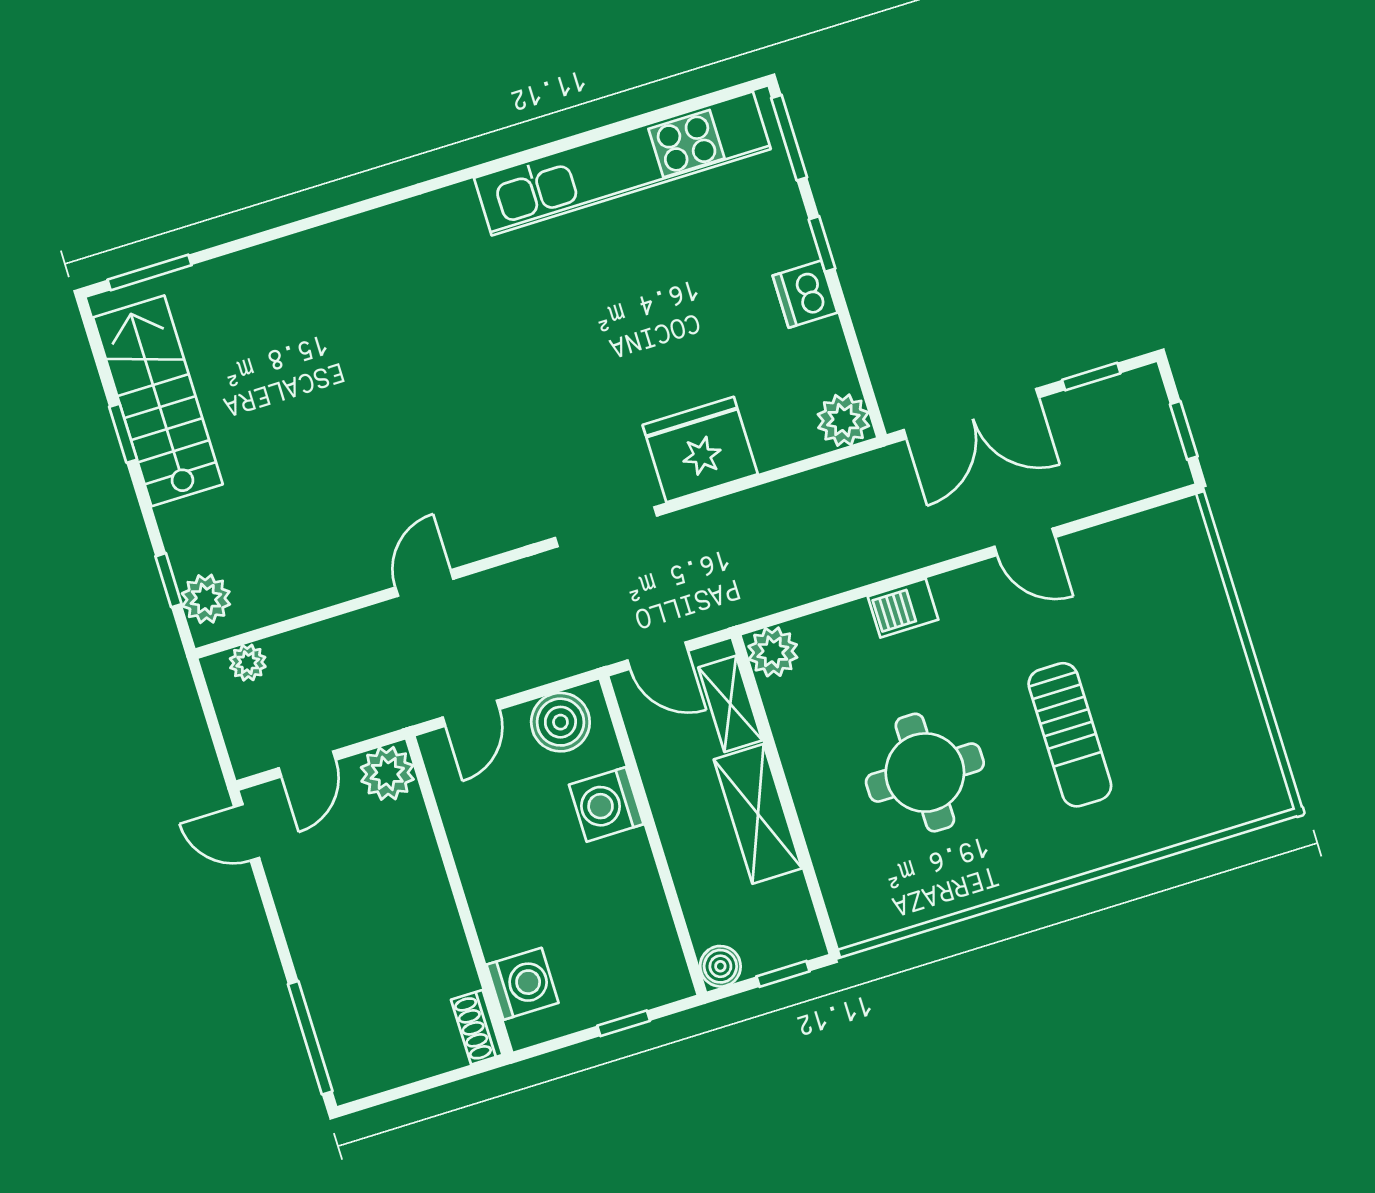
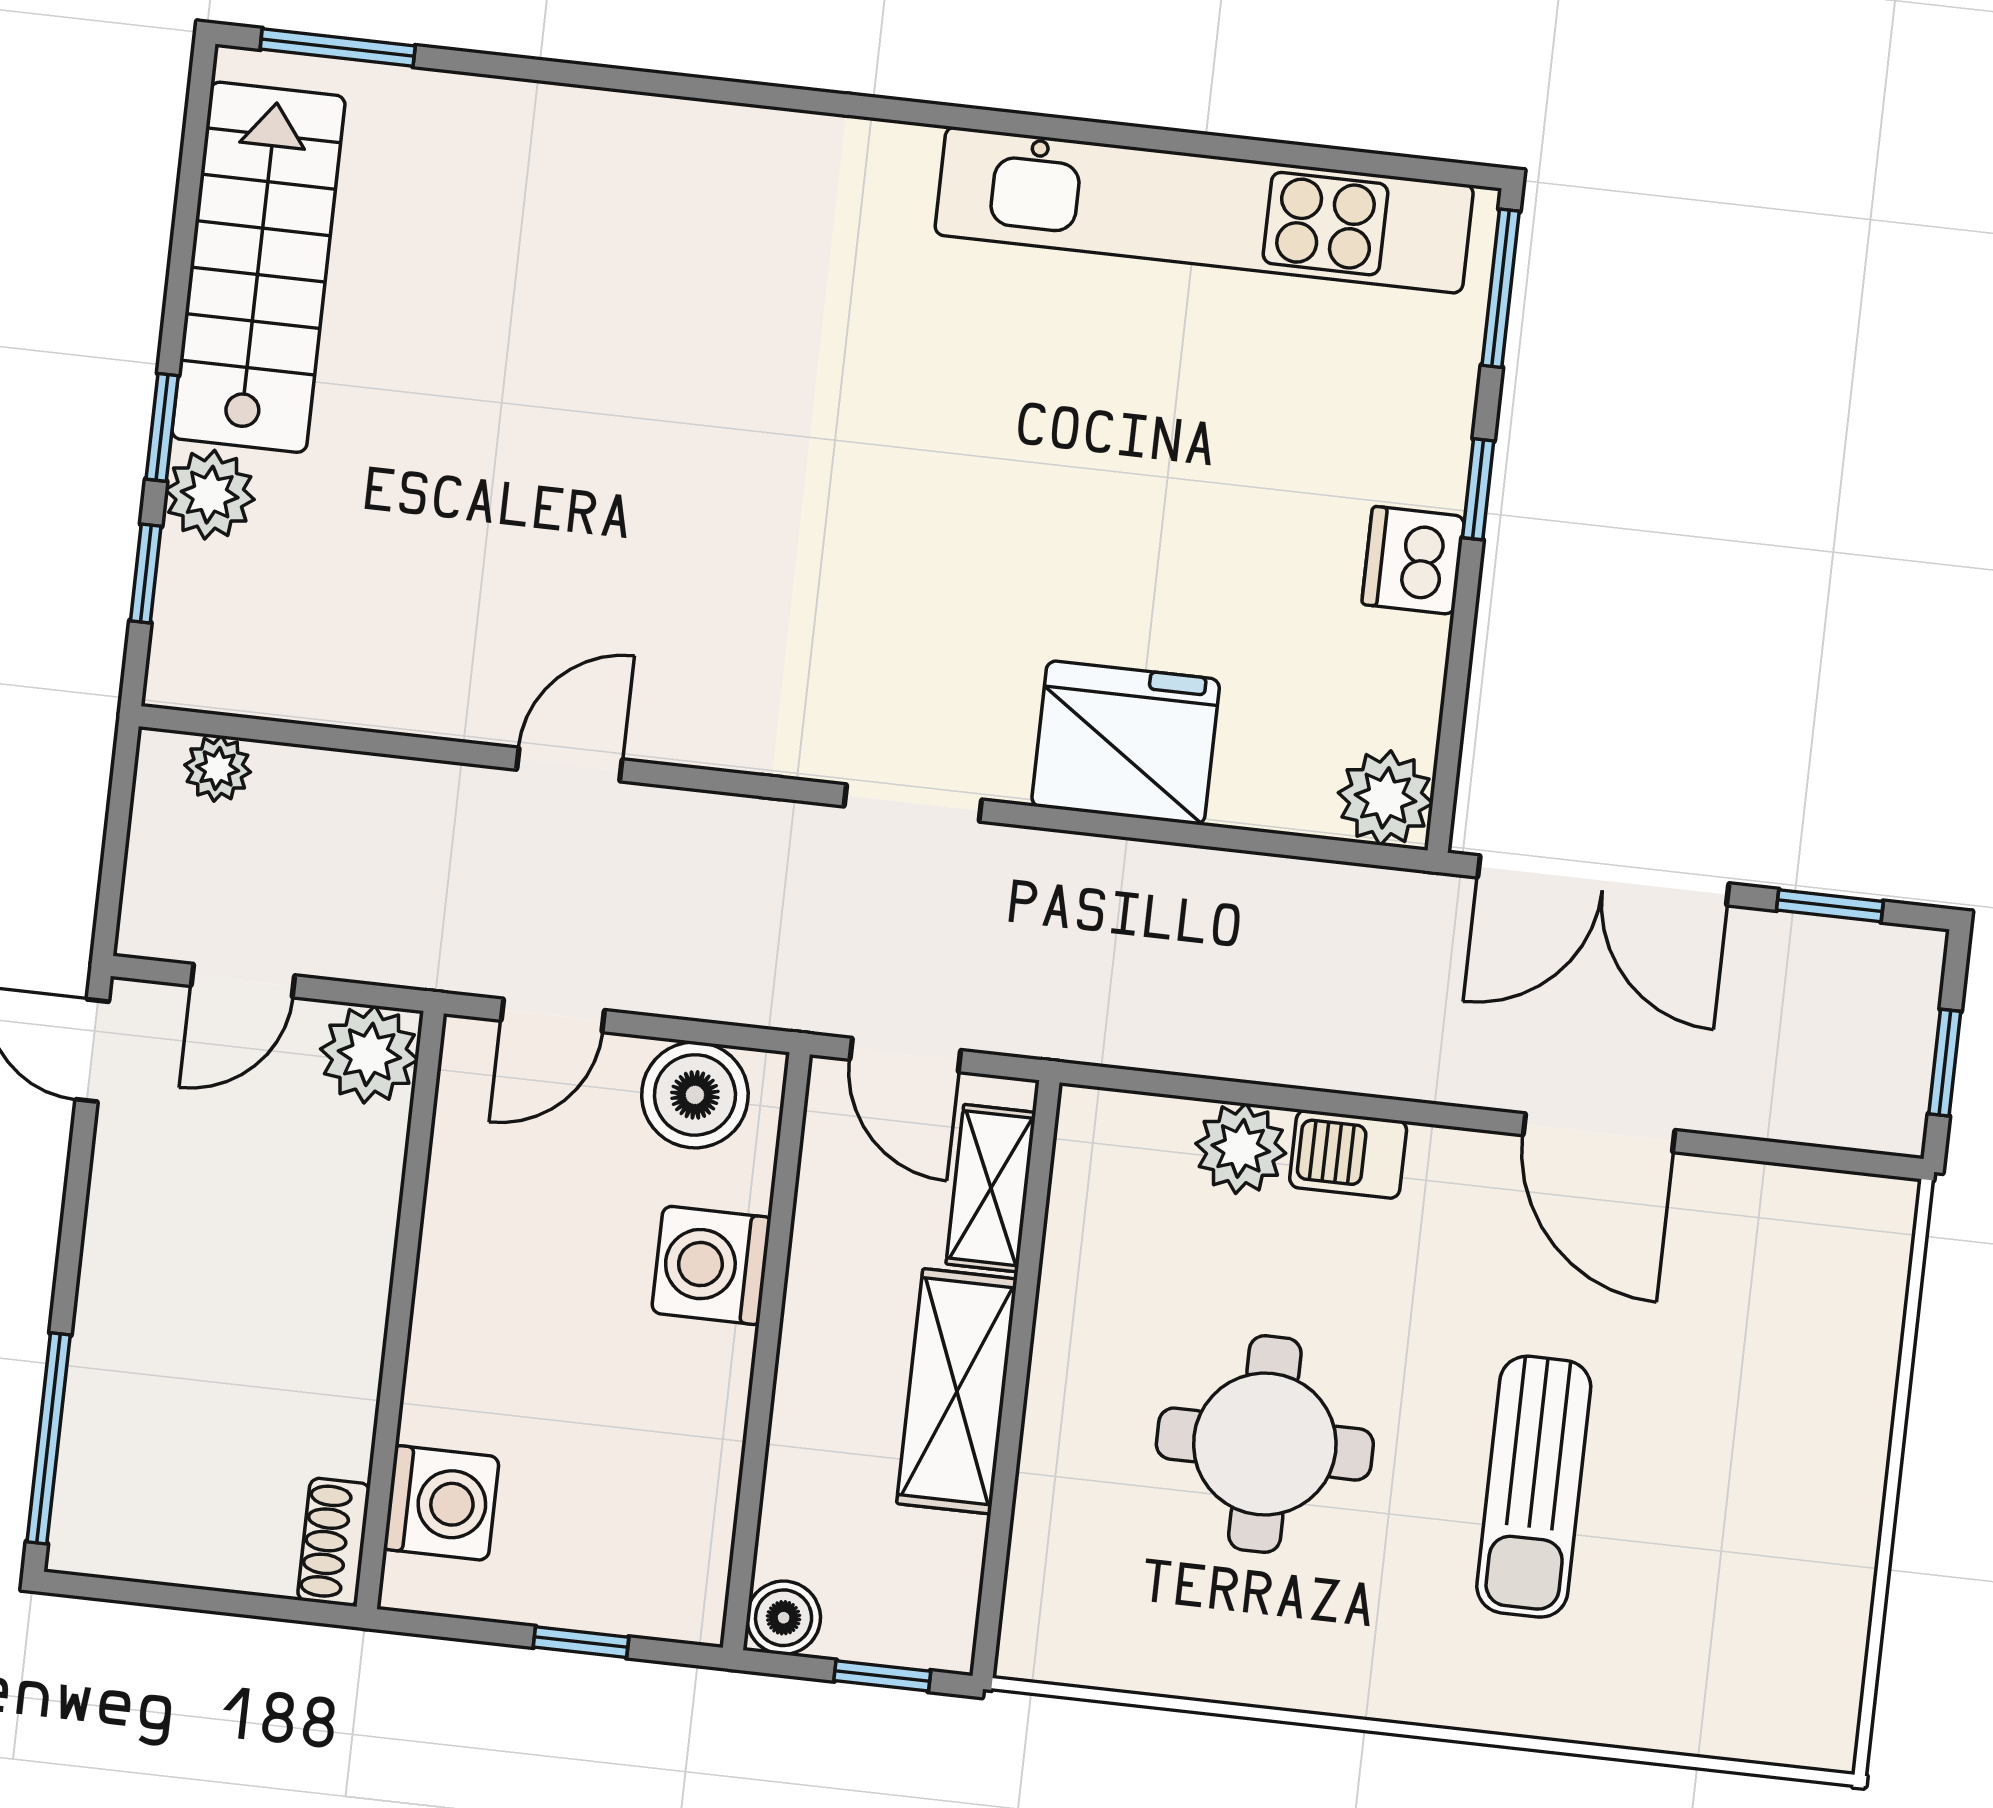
window: (123, 433) -> (162, 427), moved
doorway: (606, 527) -> (913, 803), width x0.73
door: (1025, 542) -> (1599, 1133), width x1.38
plant: (206, 599) -> (210, 495), moved
plant: (773, 652) -> (1241, 1148), moved

